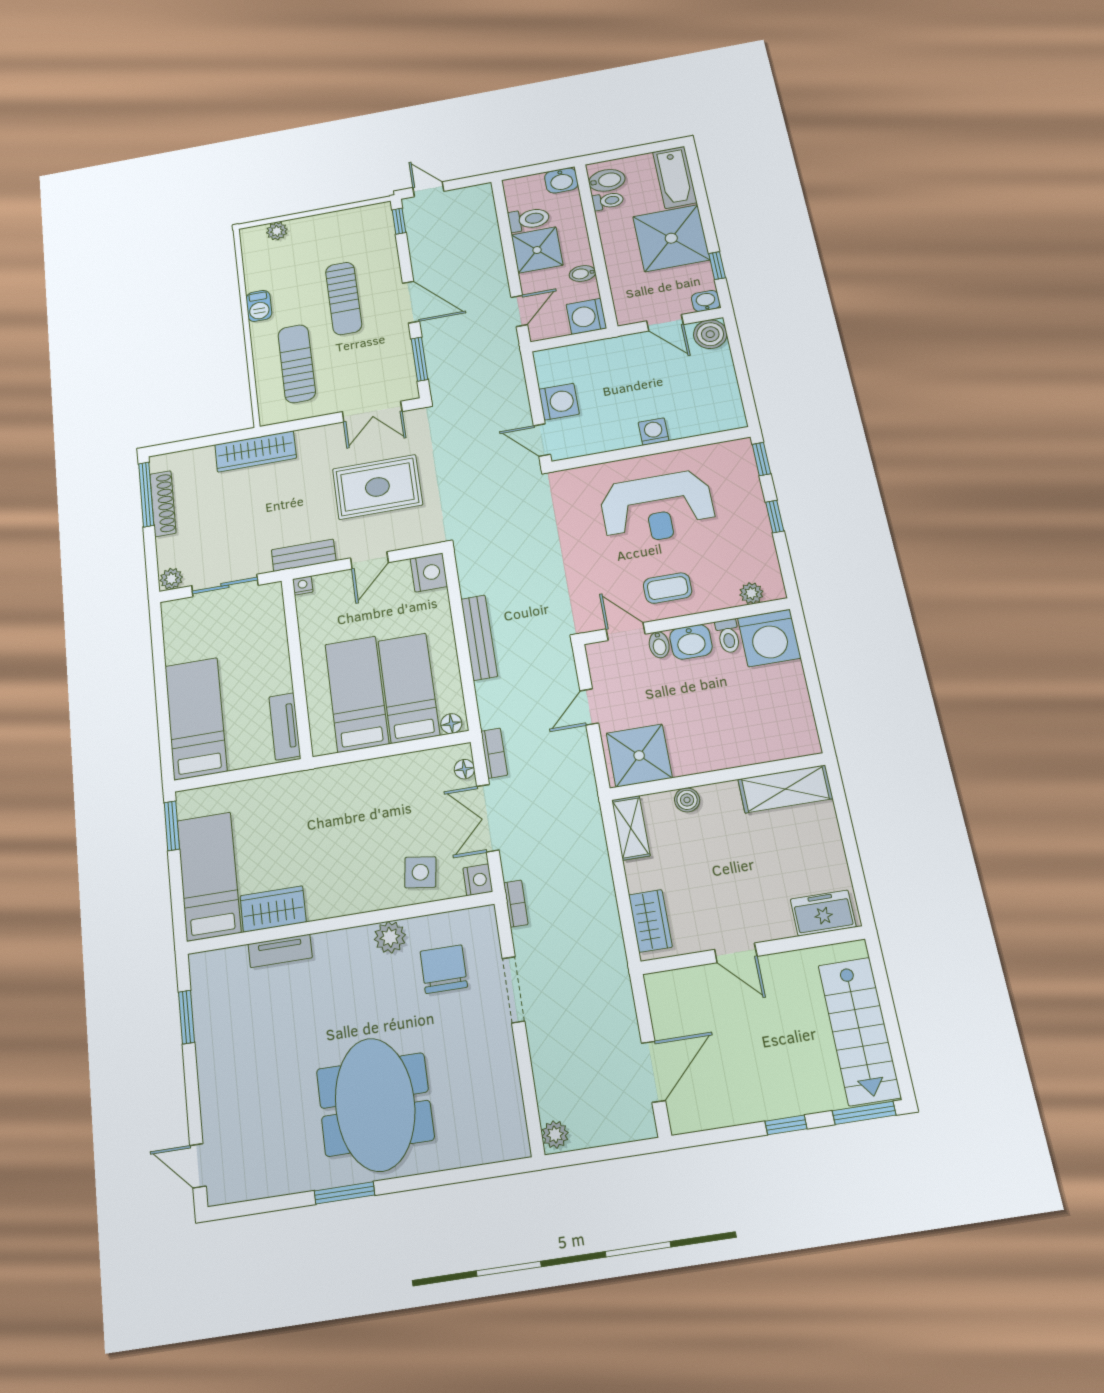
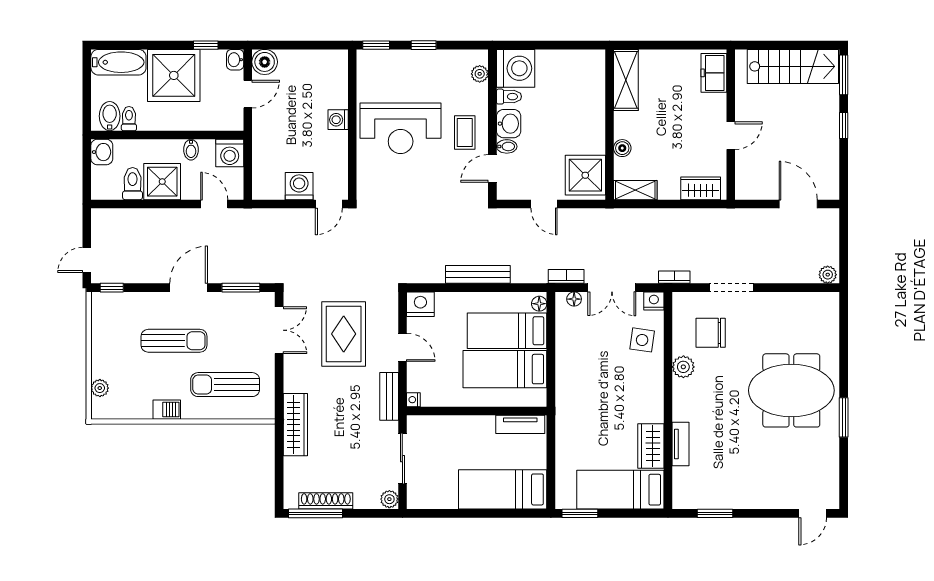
reception desk: (657, 508) -> (401, 128), turned 90

